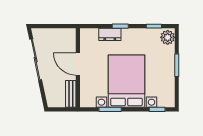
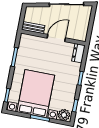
dresser: (110, 34) -> (78, 53), moved
bed with nightstands: (126, 81) -> (36, 94), moved, turned -90

